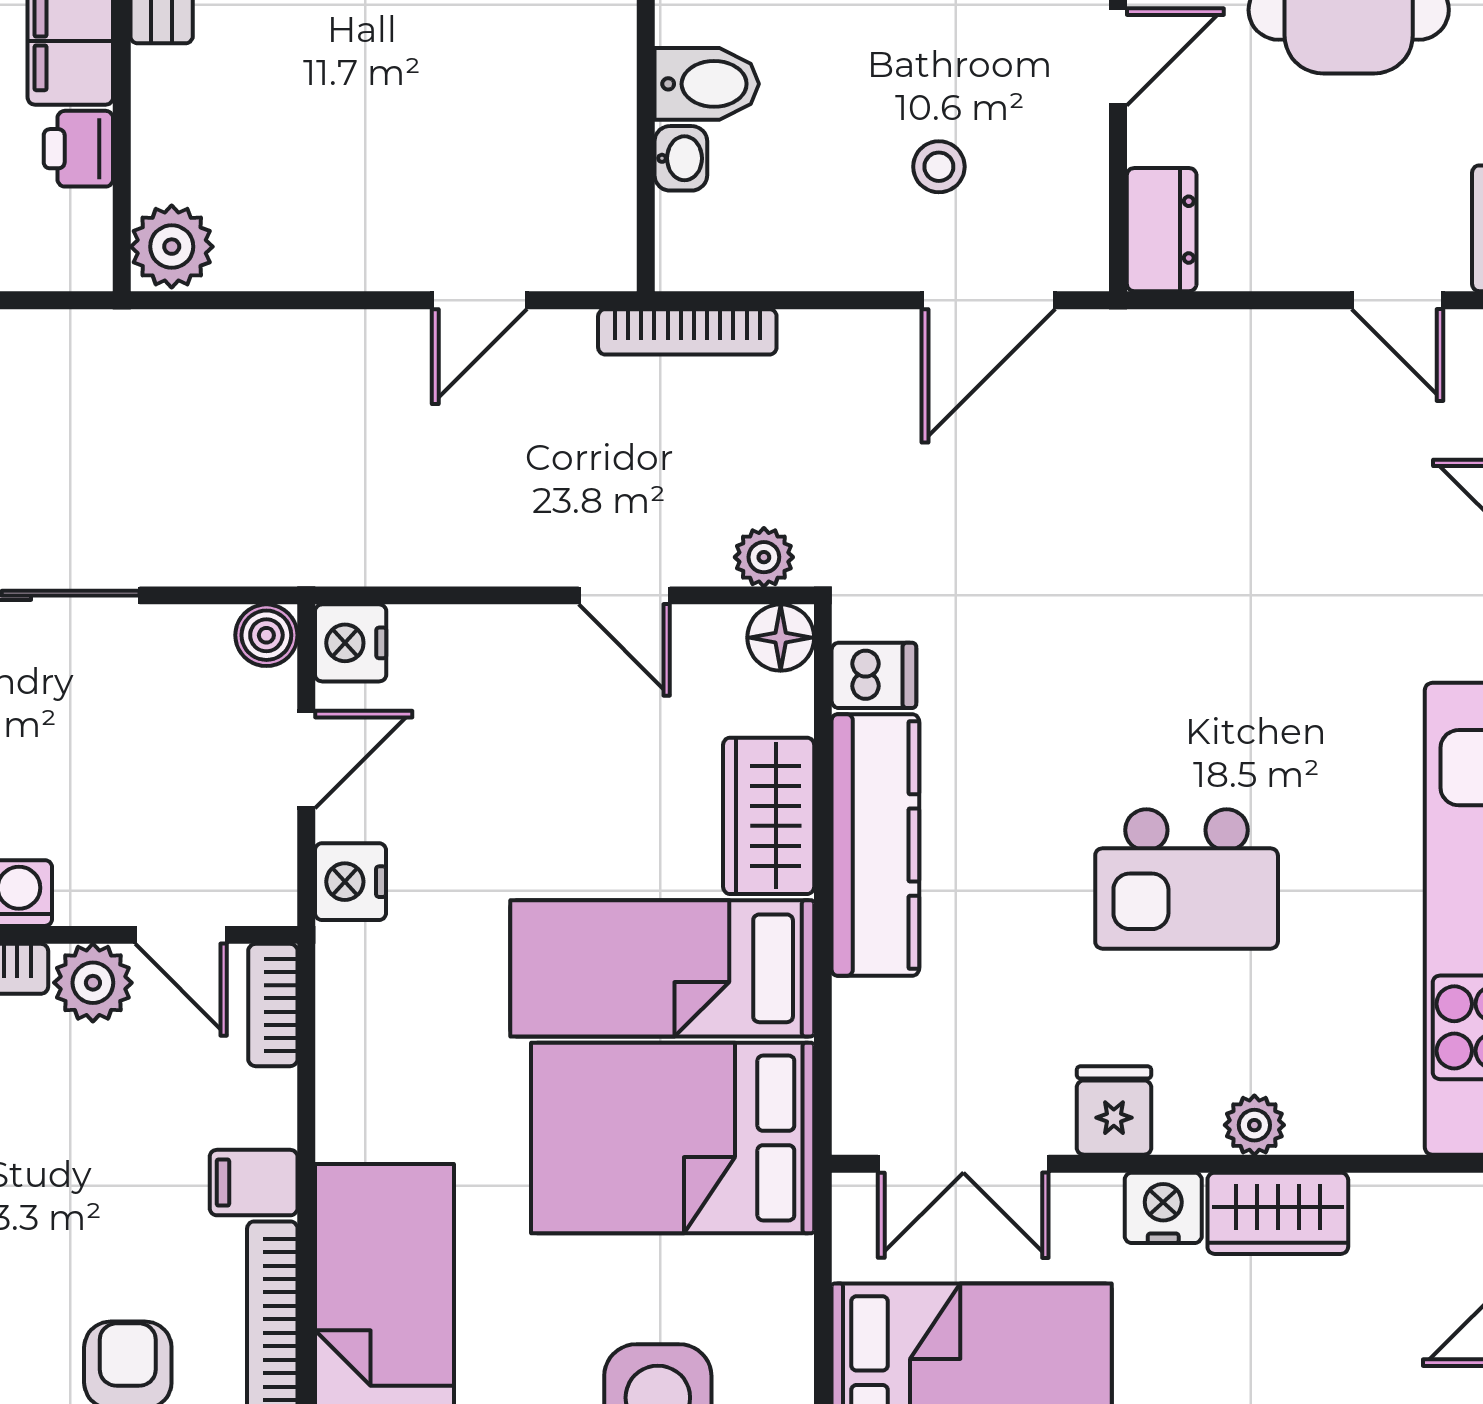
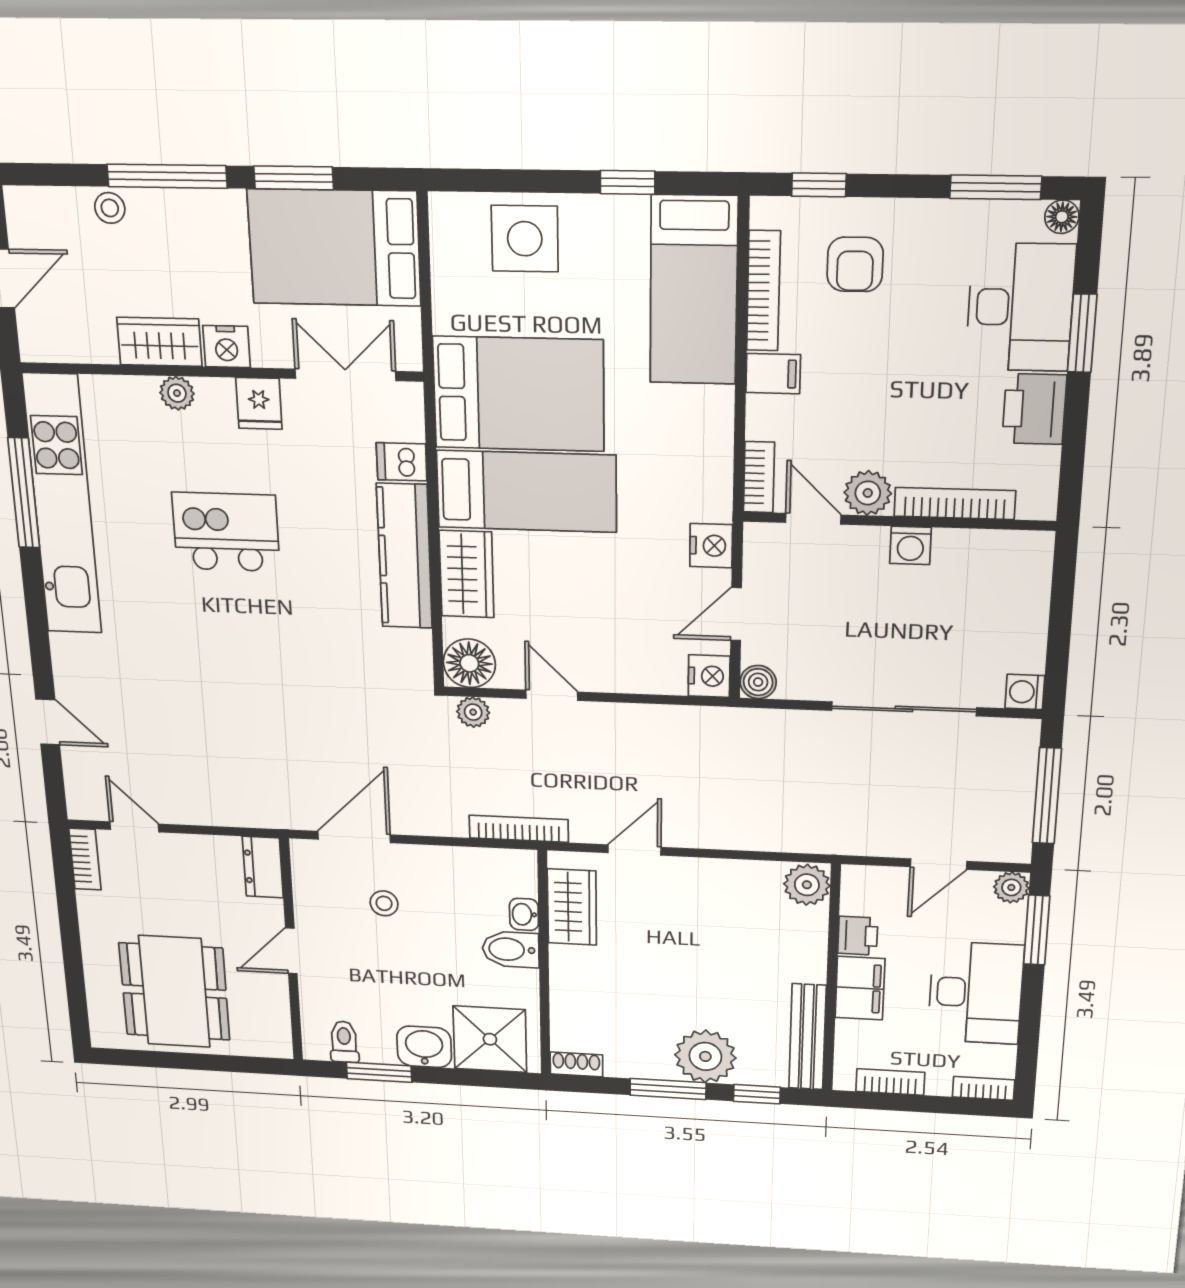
wardrobe: (593, 178) -> (572, 907), added
floor lamp: (781, 638) -> (469, 663), width x1.38, depth x1.38
dishwasher: (874, 675) -> (402, 462), moved

